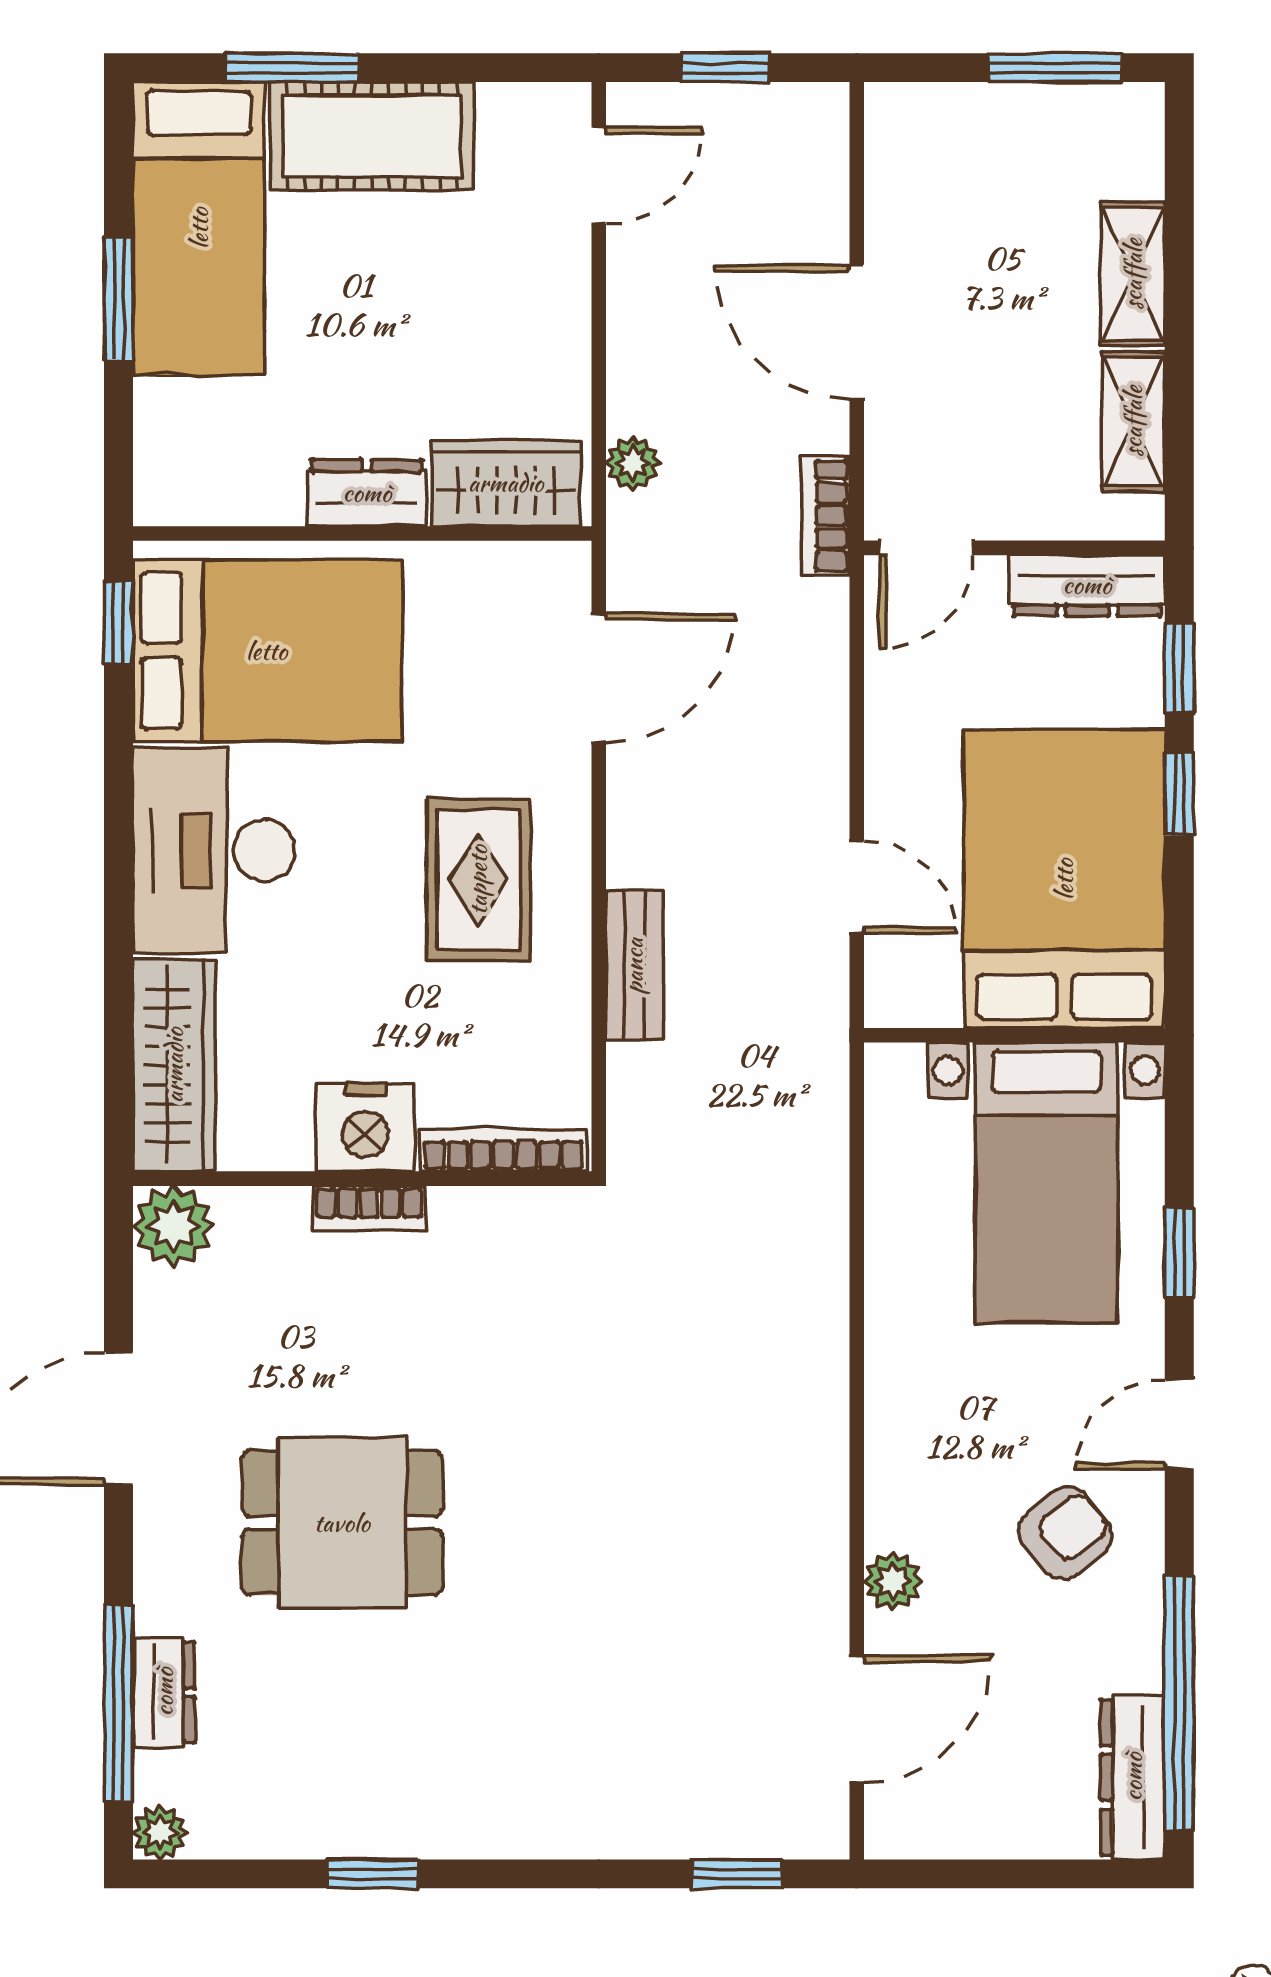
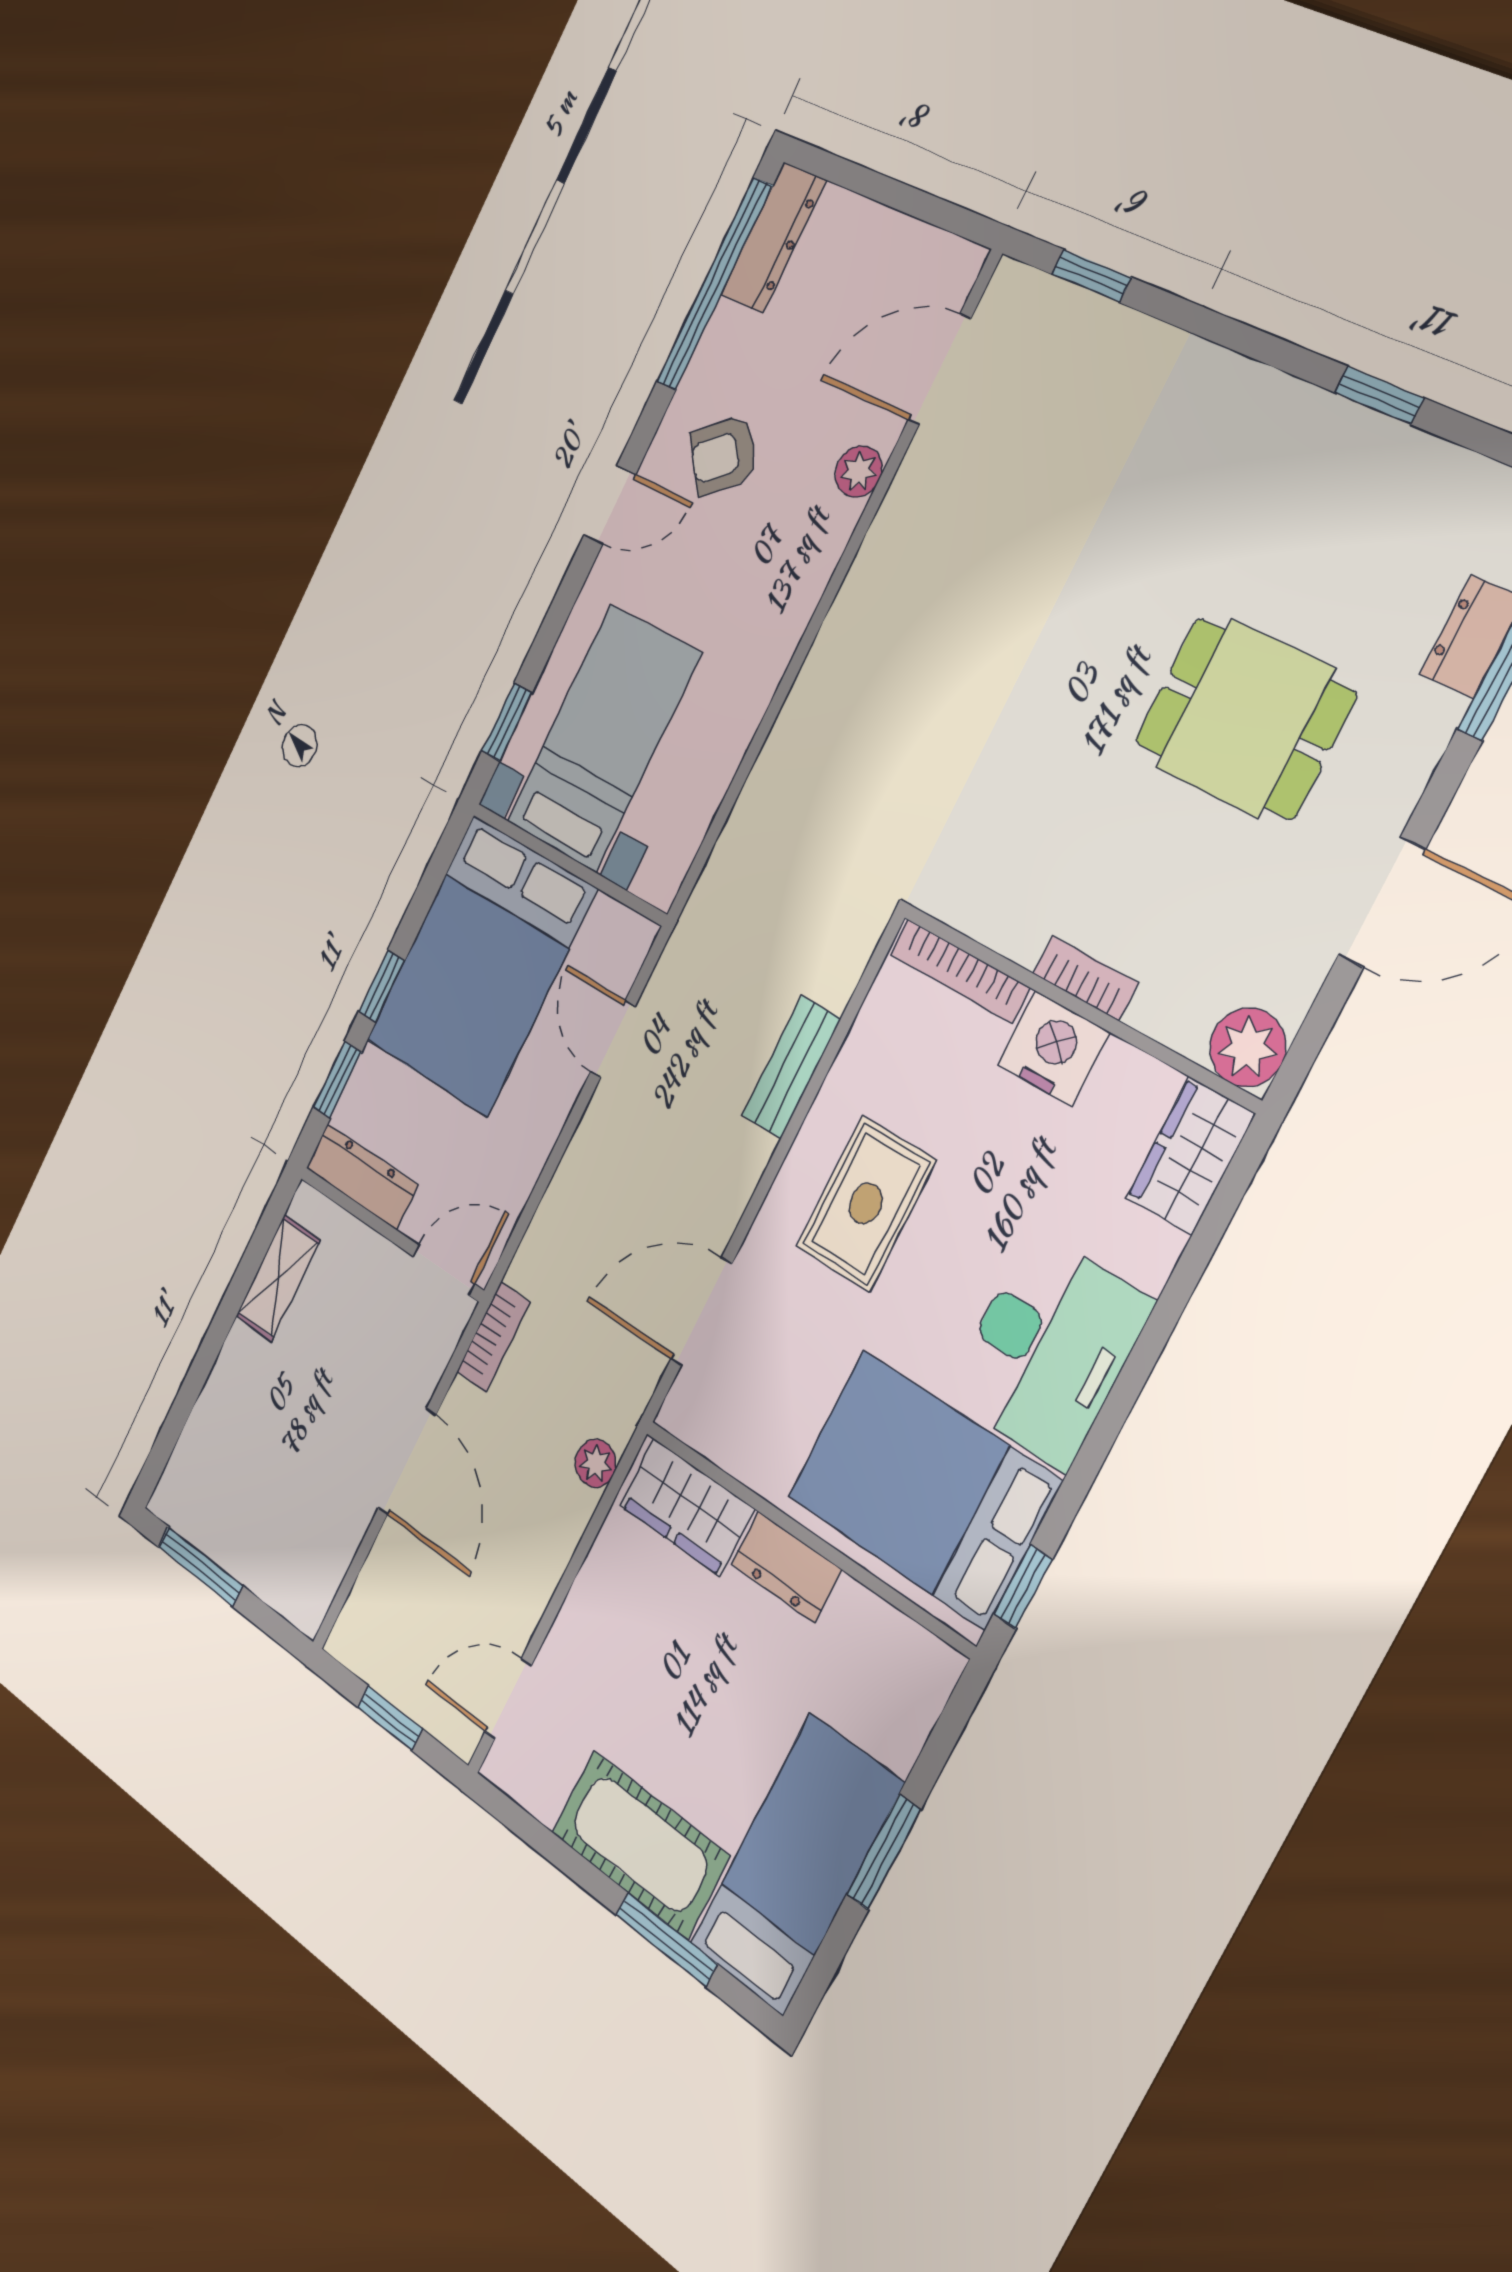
shelving: (1133, 274) -> (228, 1385), removed
wardrobe: (174, 1065) -> (1191, 1156), width x0.67
window: (1179, 1252) -> (507, 722), moved

